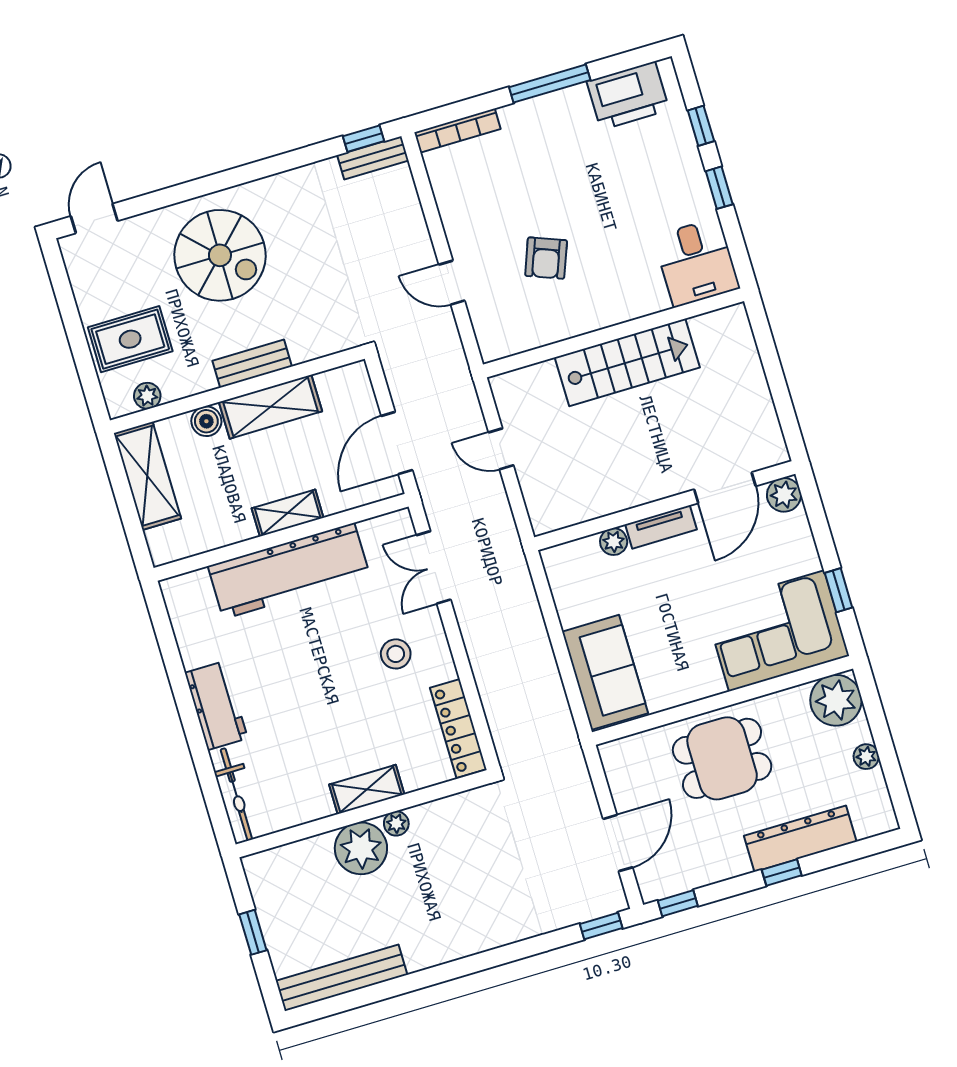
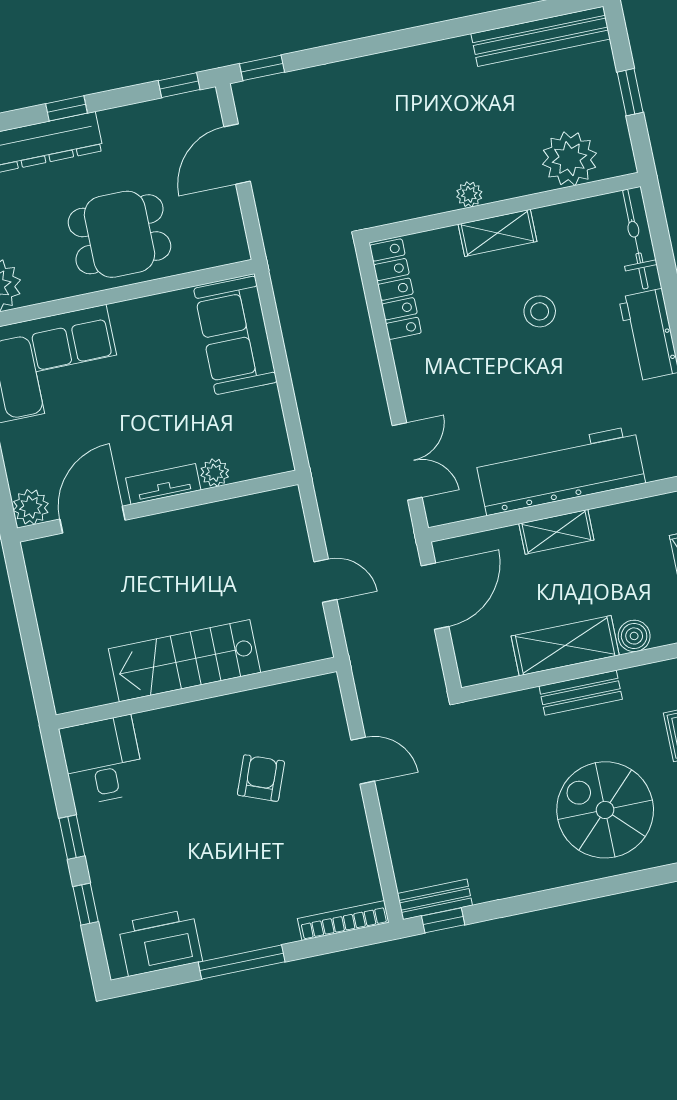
stool: (396, 654) -> (540, 311), moved
plant: (361, 848) -> (569, 159), moved

